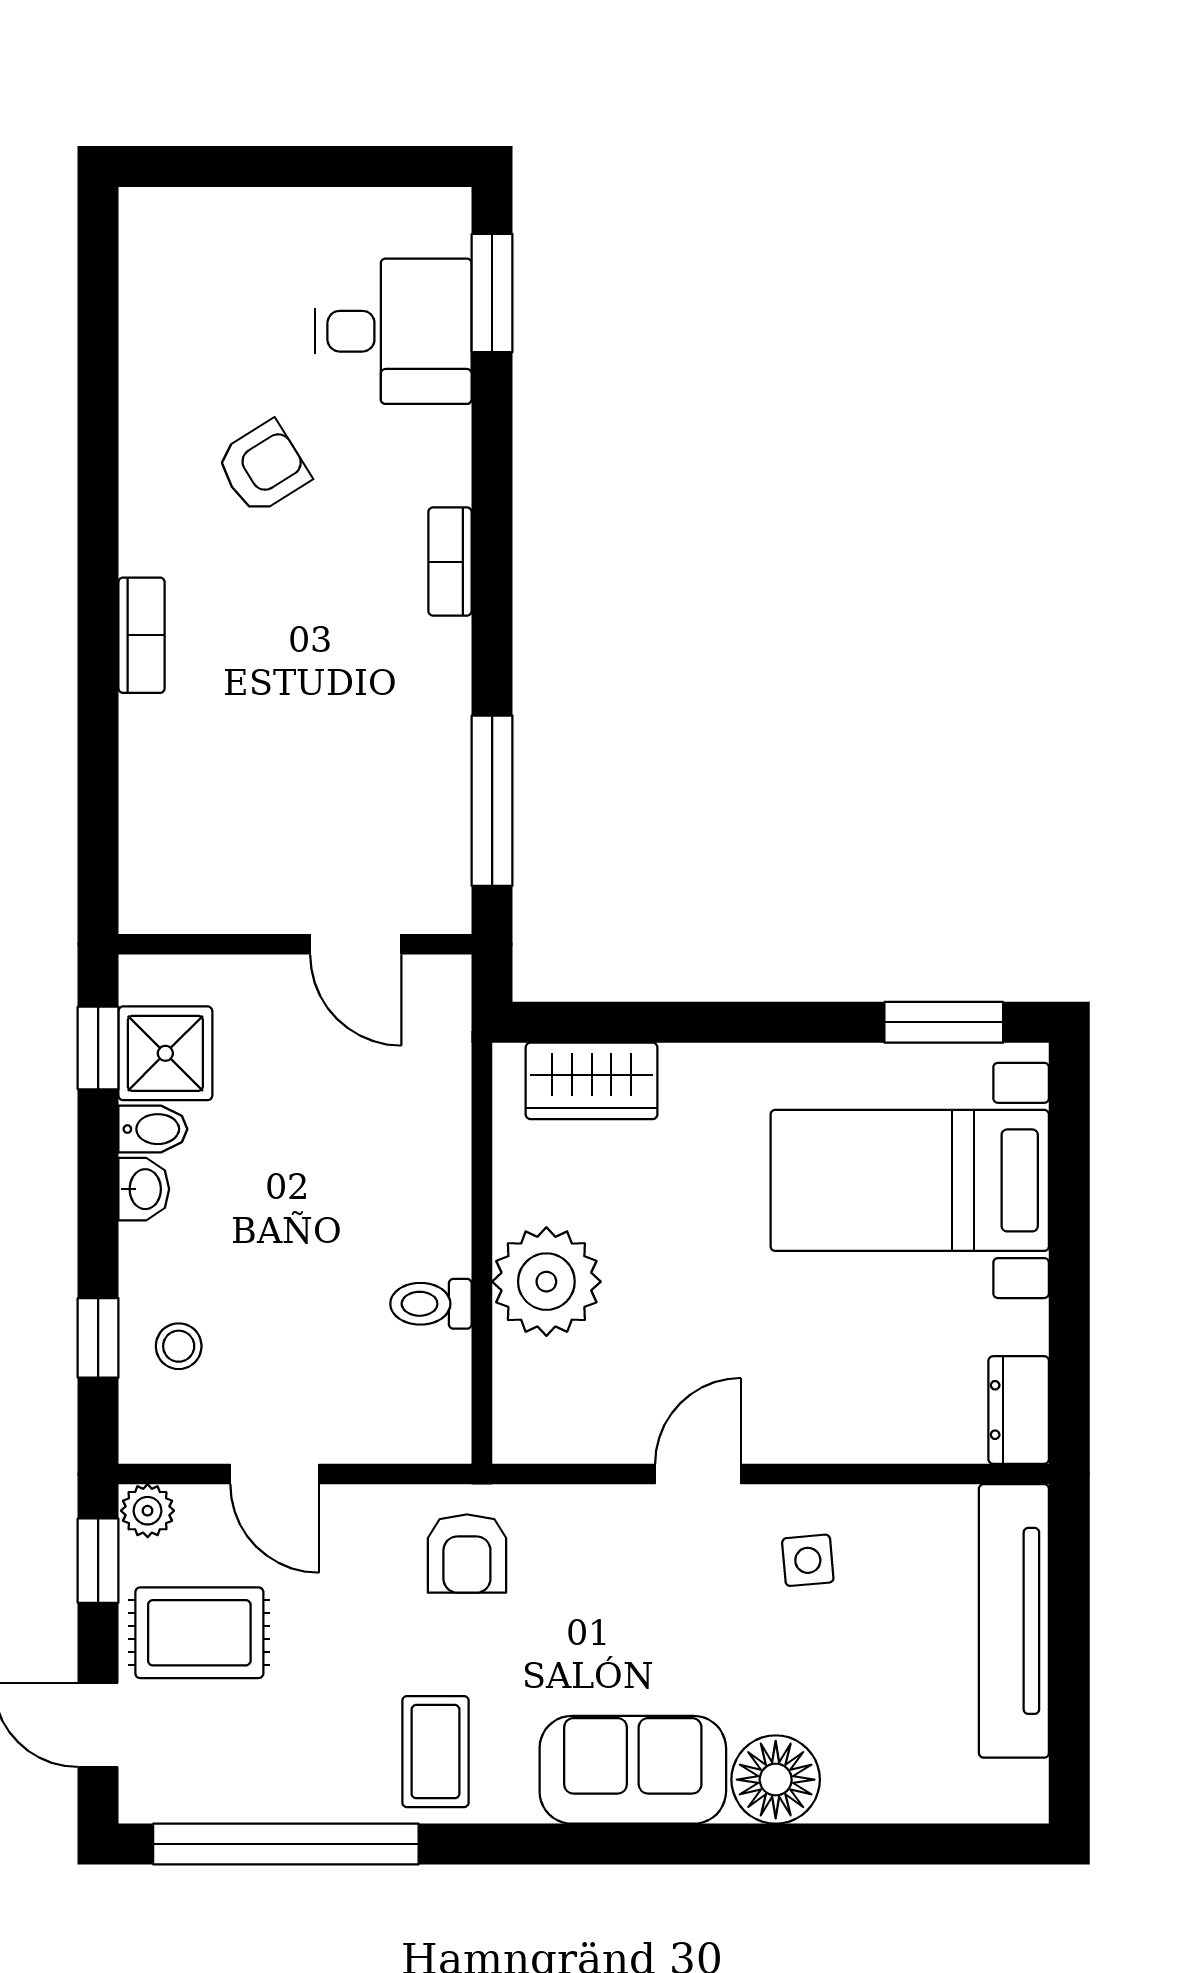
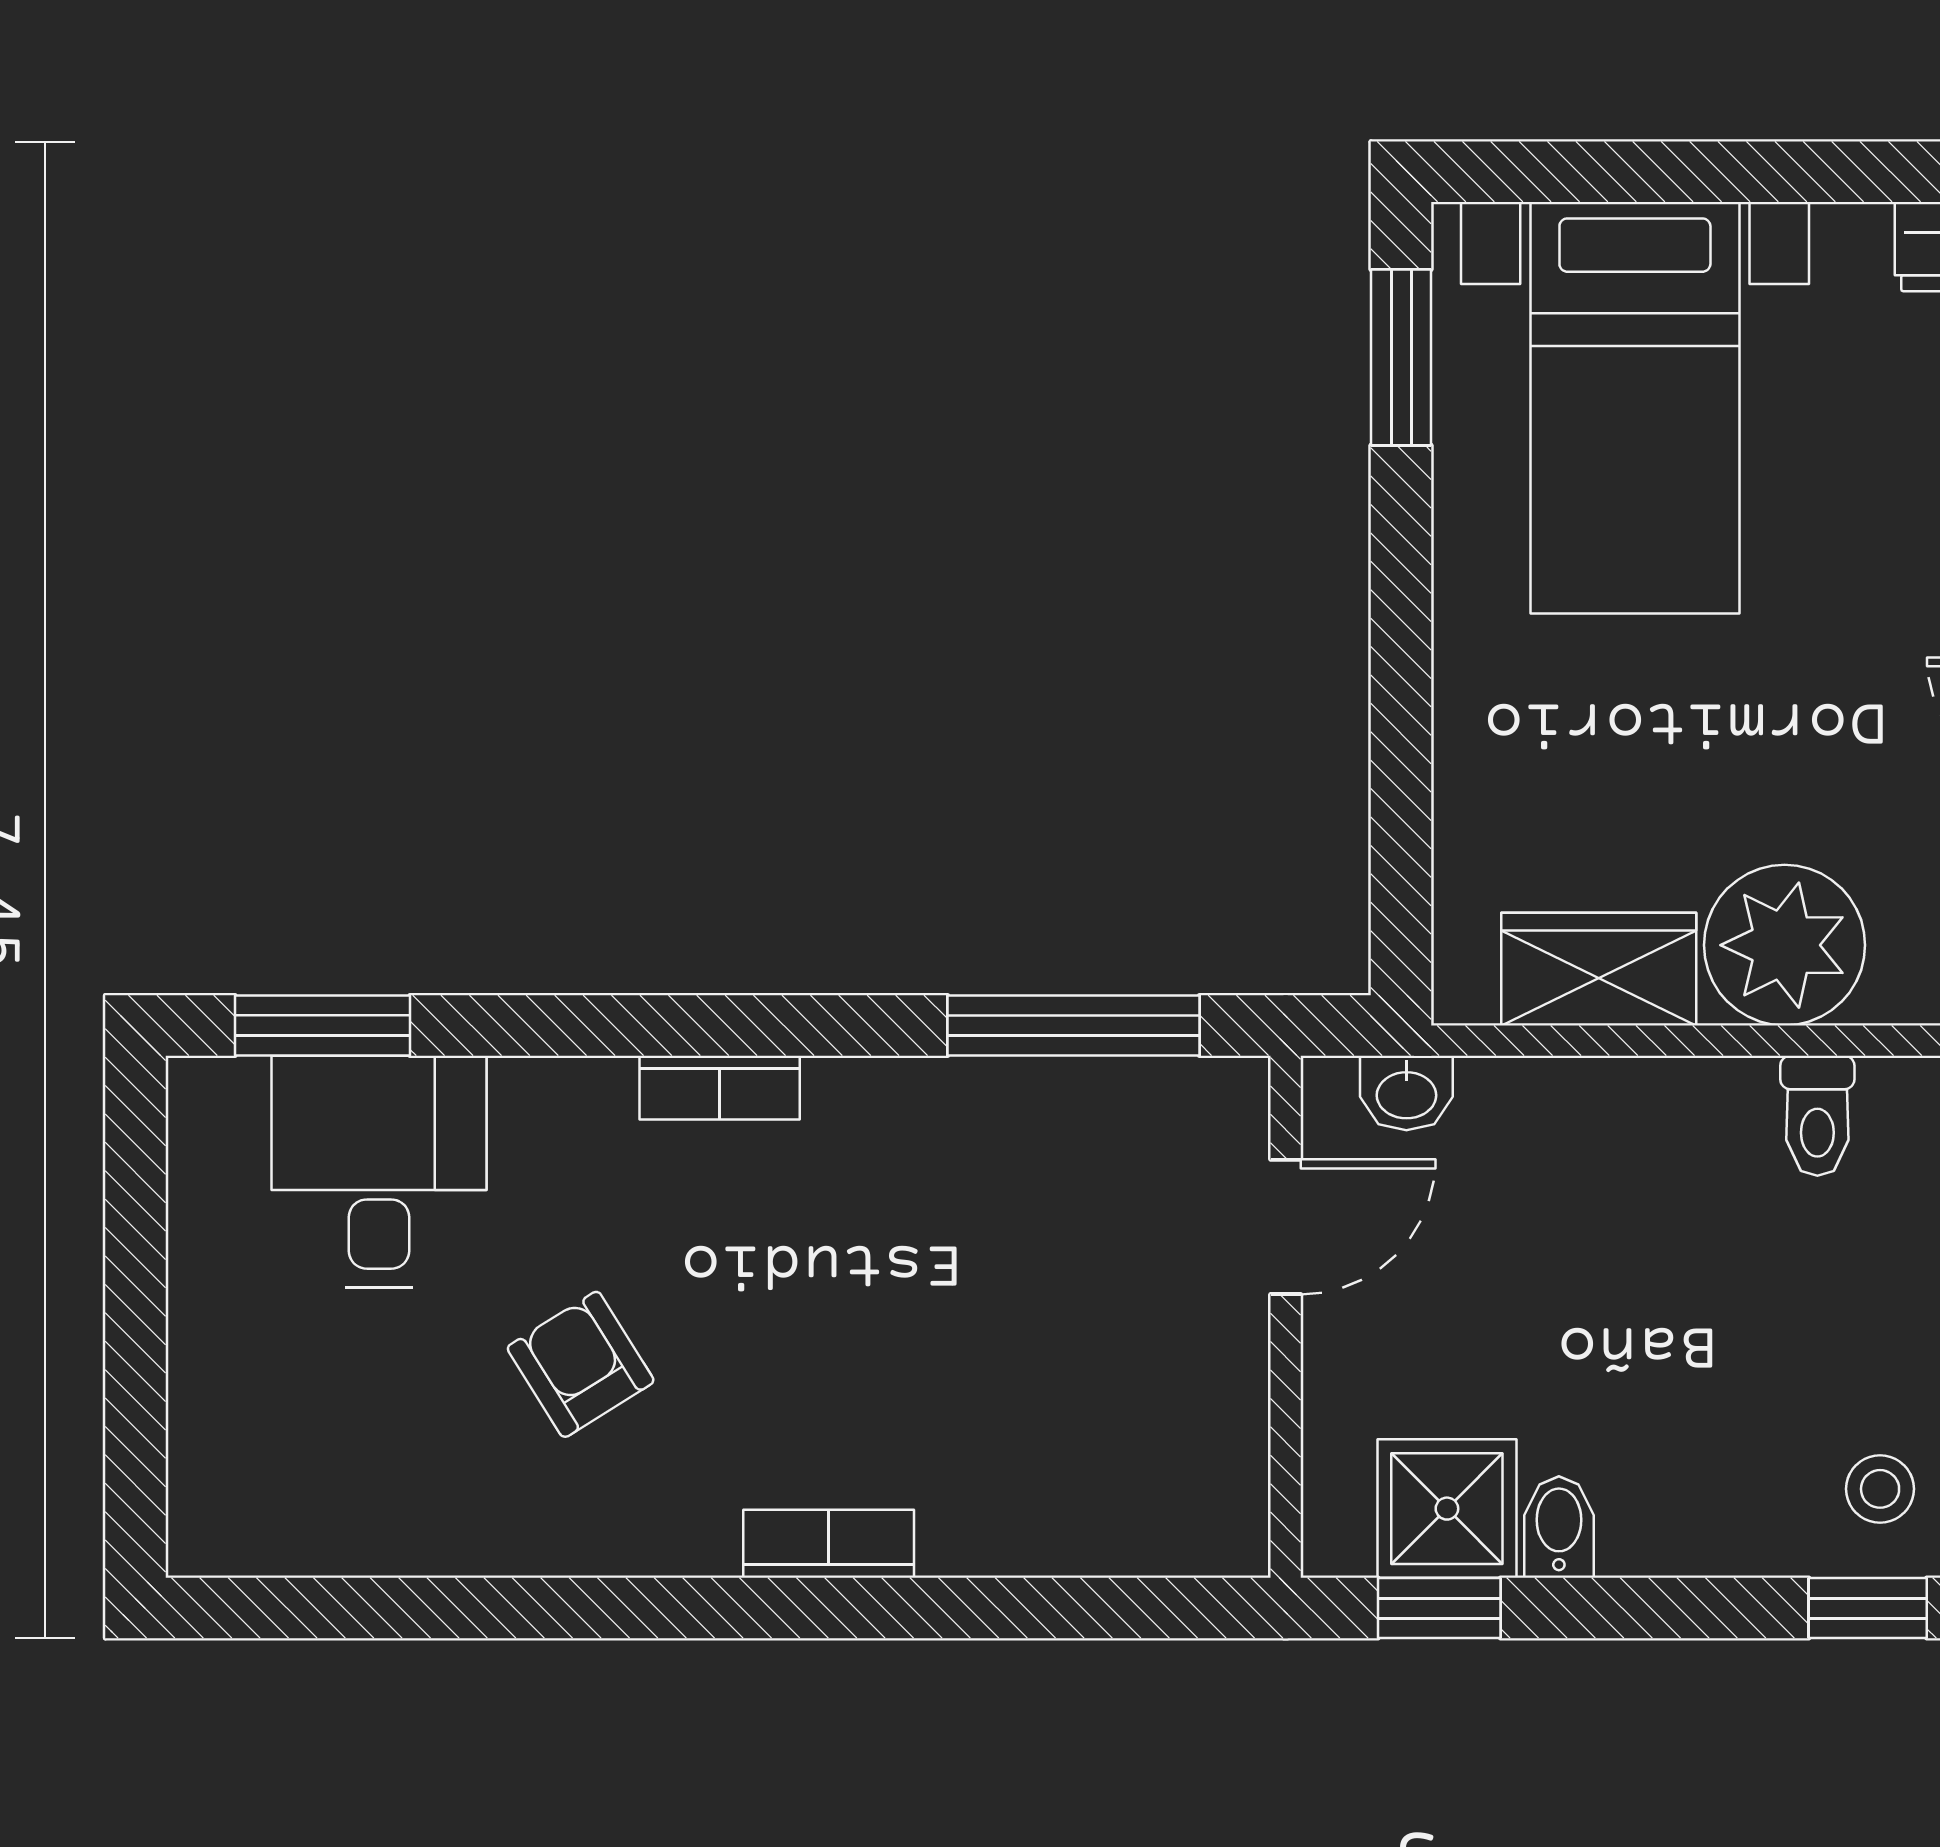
wardrobe: (592, 1081) -> (1599, 969), moved, turned -90
washbasin: (144, 1189) -> (1406, 1093), moved, turned 180

